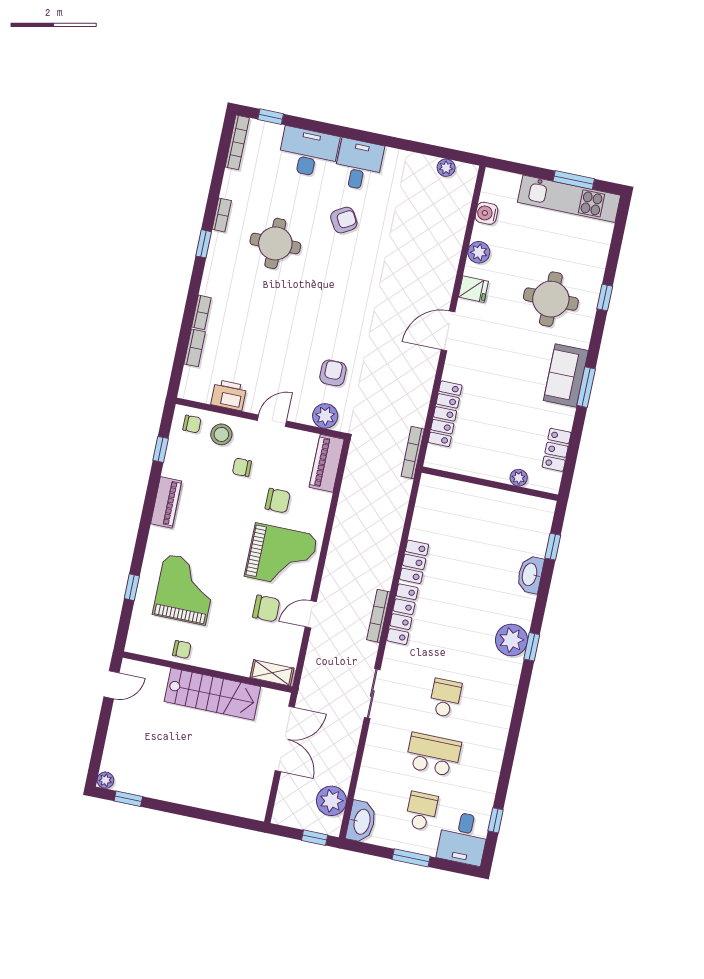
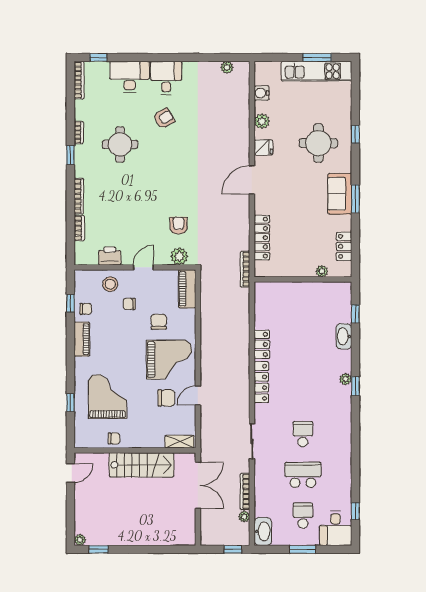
bookcase: (201, 312) -> (79, 196), width x1.56
chair: (192, 424) -> (86, 309), moved
chair: (278, 501) -> (159, 322), turned -90
bookcase: (378, 616) -> (245, 491), moved
plant: (511, 640) -> (346, 379), width x0.53, depth x0.53
plant: (331, 801) -> (244, 517), width x0.53, depth x0.53

